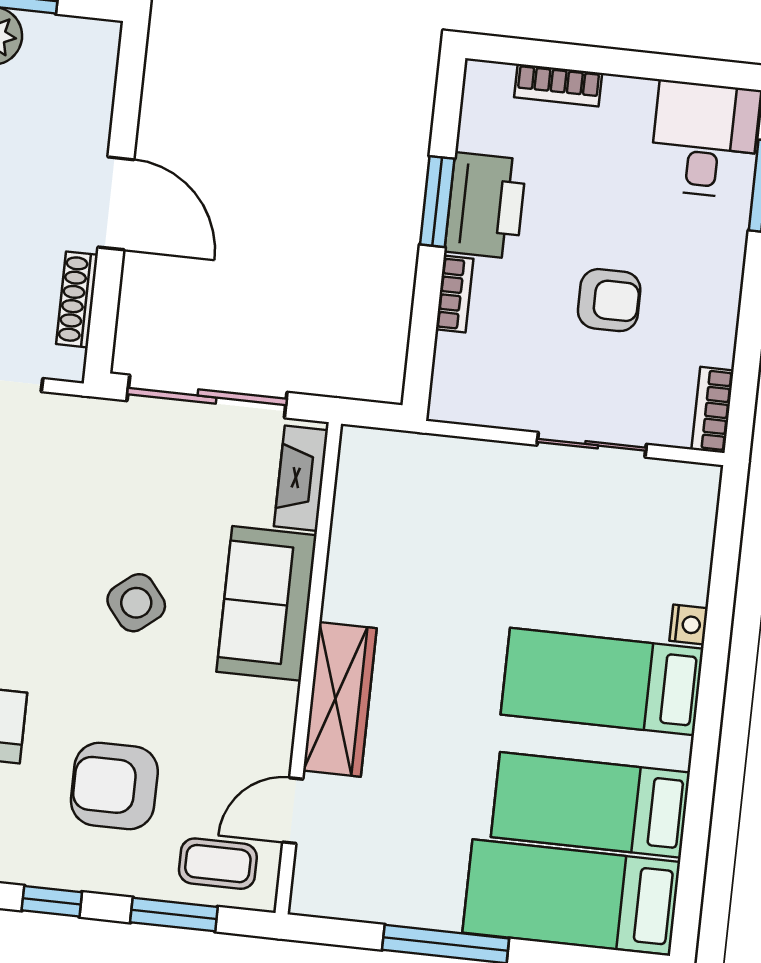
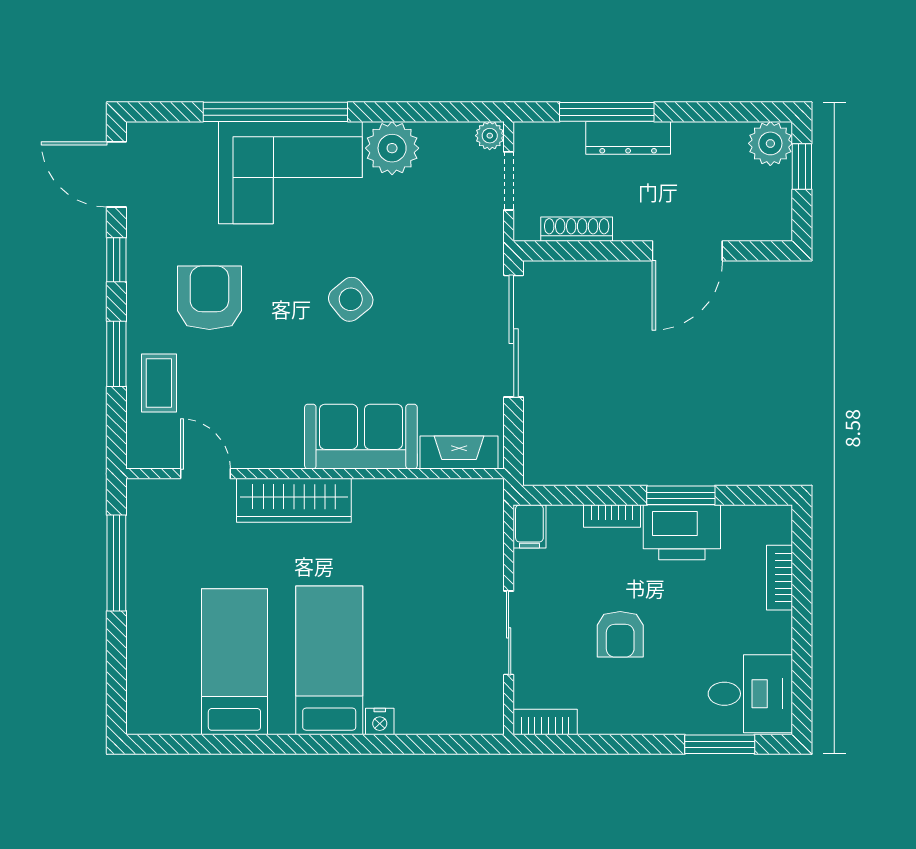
door: (116, 203) -> (687, 251), moved
filing cabinet: (456, 403) -> (529, 526), added
fireplace: (301, 478) -> (459, 452), moved
sofa: (267, 603) -> (361, 437), moved
wall: (308, 668) -> (315, 474), moved
wardrobe: (340, 699) -> (294, 500), moved
door: (293, 811) -> (205, 474), moved
bed: (571, 897) -> (163, 655), removed

